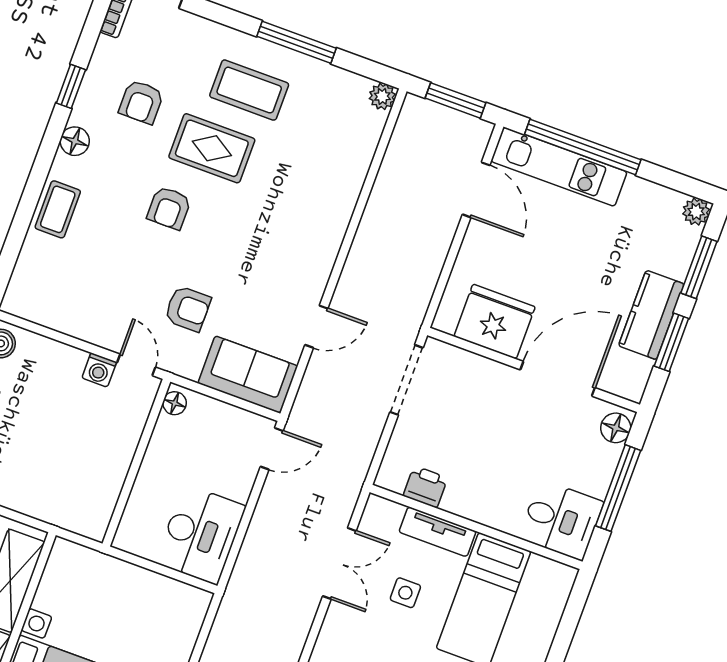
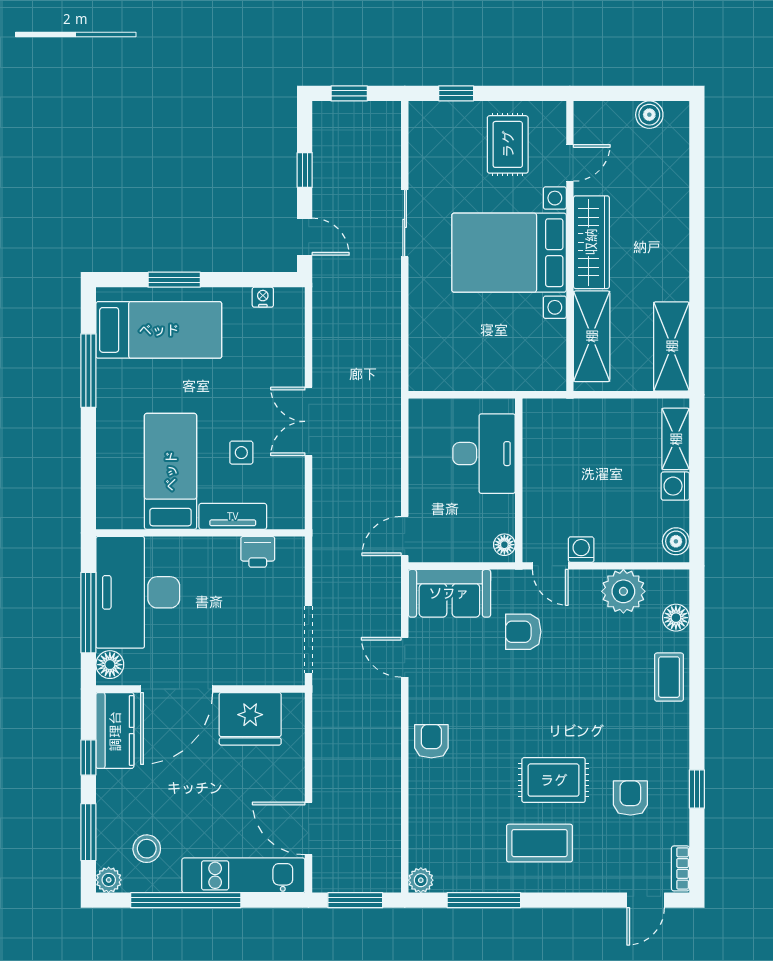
window: (296, 42) -> (484, 900), moved
floor lamp: (75, 141) -> (676, 618), moved
window: (583, 147) -> (186, 900), moved
armchair: (169, 208) -> (431, 741), moved
stool: (646, 229) -> (147, 849), added
plant: (72, 312) -> (623, 591), added
kitchen counter: (651, 315) -> (115, 731), moved
door: (316, 327) -> (405, 657), hinge flipped
window: (671, 342) -> (88, 757), width x0.67
desk: (561, 520) -> (138, 592), width x1.87, depth x1.30
desk: (201, 534) -> (484, 454), moved, turned 180
double door: (339, 563) -> (309, 421), moved

